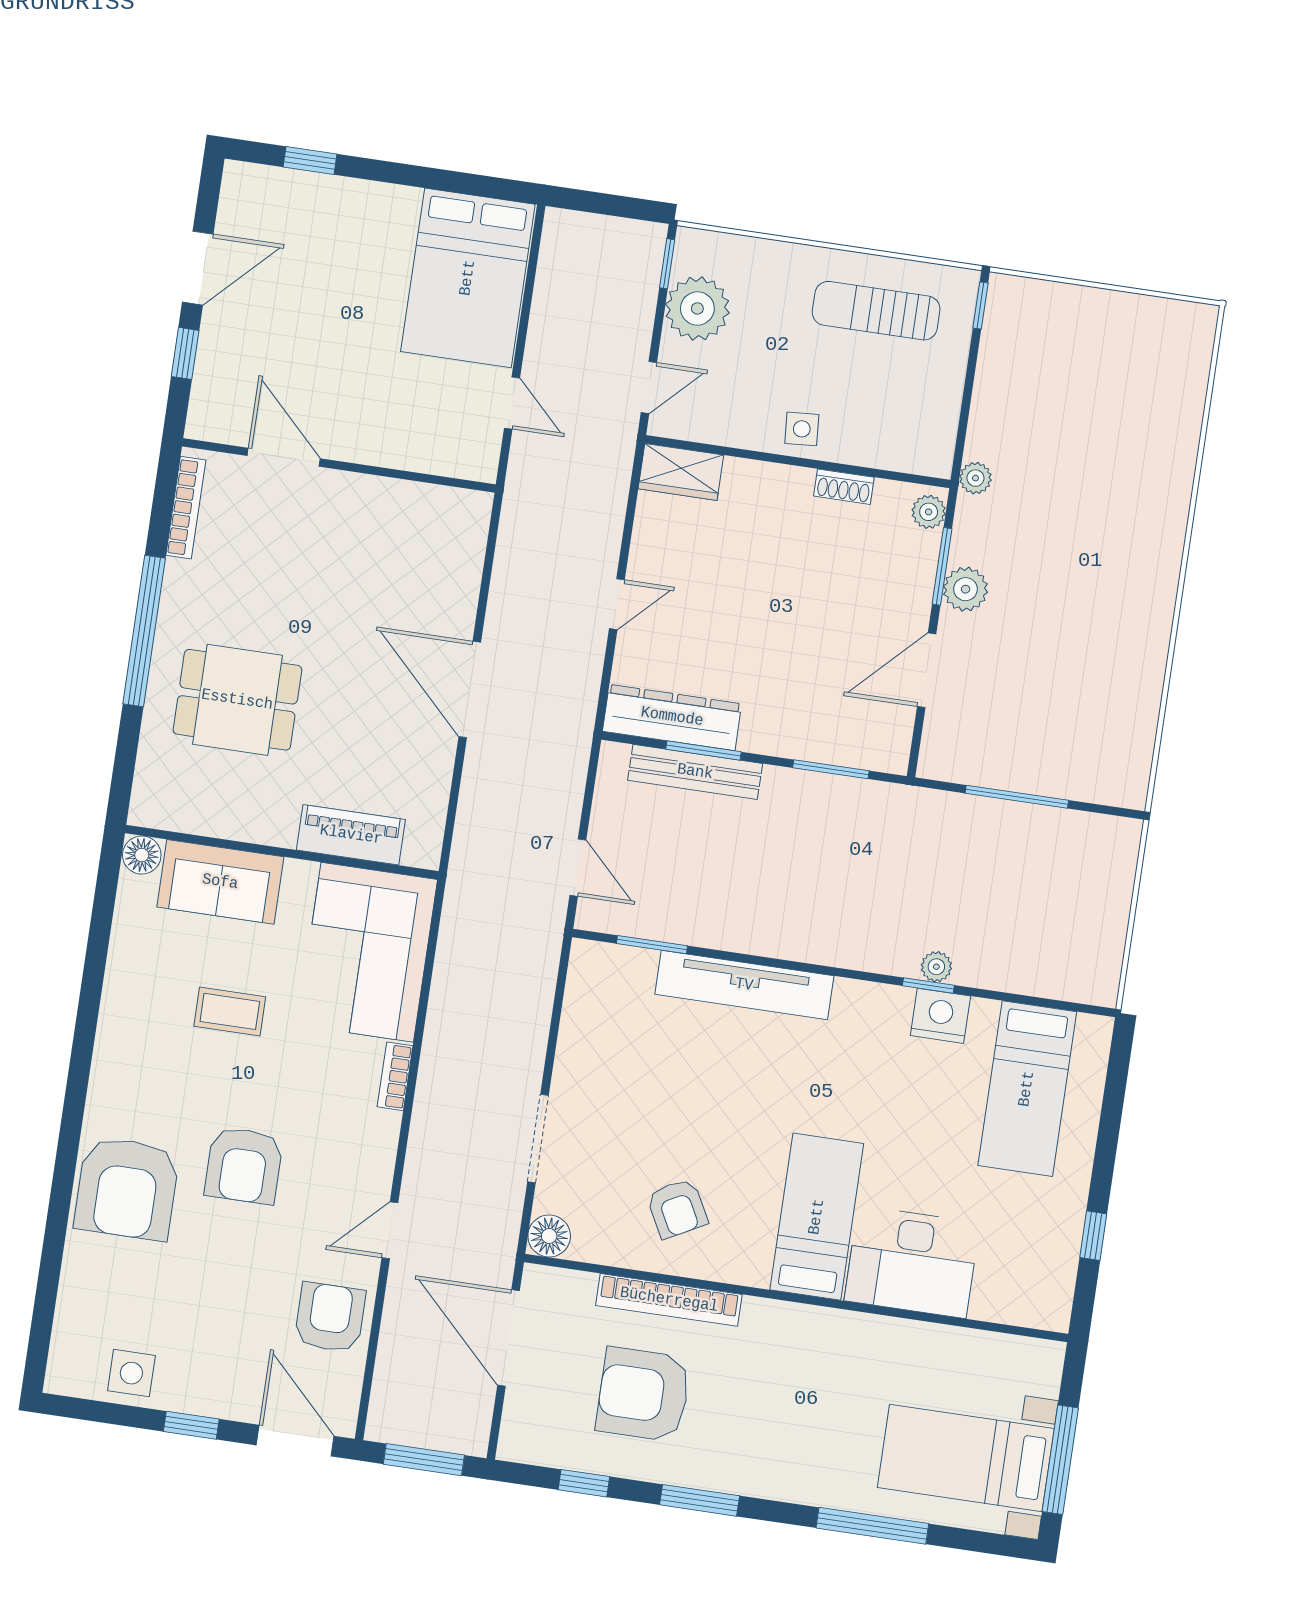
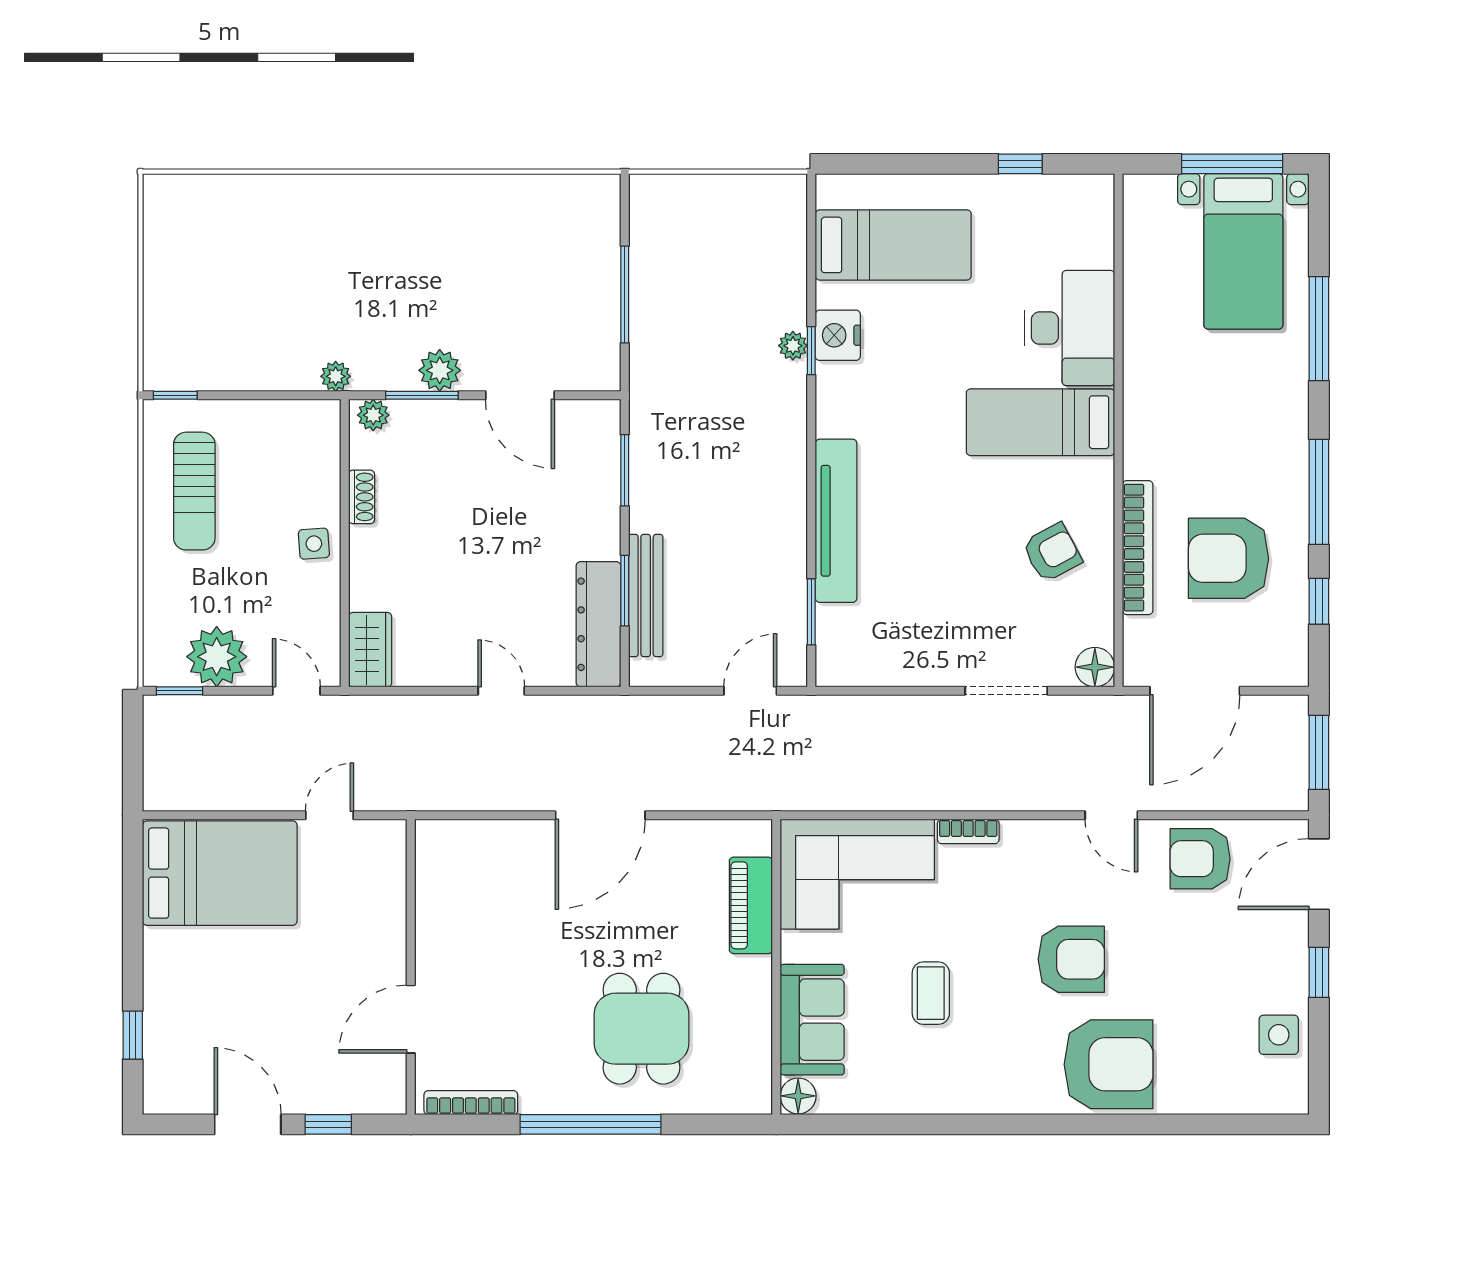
armchair: (643, 1394) -> (1228, 558), turned 90
window: (700, 1500) -> (1319, 492), width x1.44

